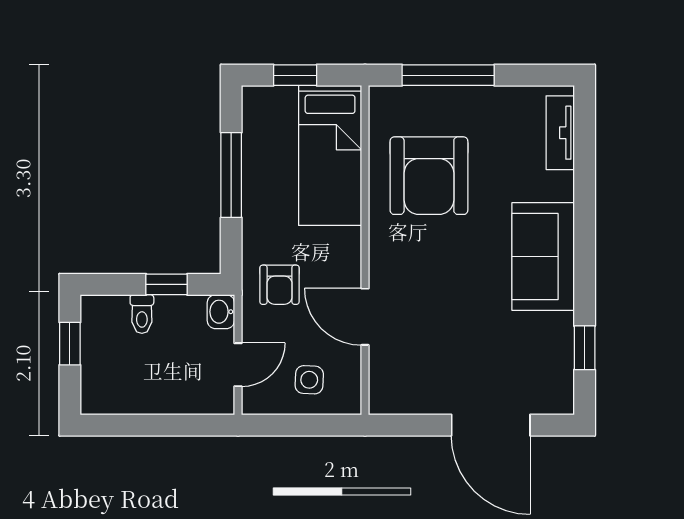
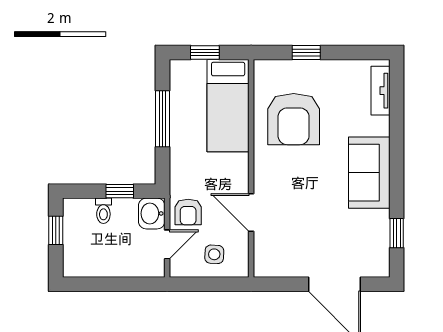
window: (448, 75) -> (306, 52), width x0.46
armchair: (280, 285) -> (188, 212), moved
washbasin: (221, 312) -> (152, 213), width x1.38, depth x1.45

